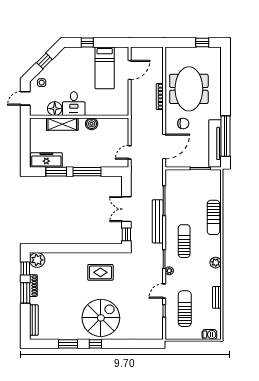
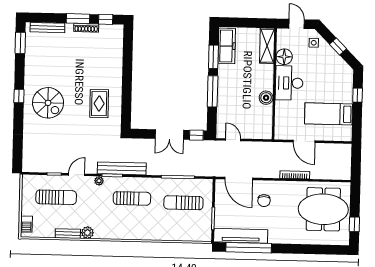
door: (130, 70) -> (304, 141), moved
meeting table: (189, 89) -> (323, 209), moved
desk: (74, 104) -> (289, 83), width x1.37
shelving: (62, 124) -> (267, 46), moved
double door: (126, 209) -> (169, 134), swing flipped
sun lounger: (213, 217) -> (183, 203), moved
bench: (158, 221) -> (122, 168), moved
window: (126, 234) -> (196, 135), moved
plant: (37, 260) -> (115, 33), removed
plant: (216, 263) -> (87, 233), moved
door: (164, 291) -> (77, 175), hinge flipped
spiral stairs: (101, 318) -> (48, 103), width x0.73, depth x0.73
window: (68, 344) -> (20, 43), moved

